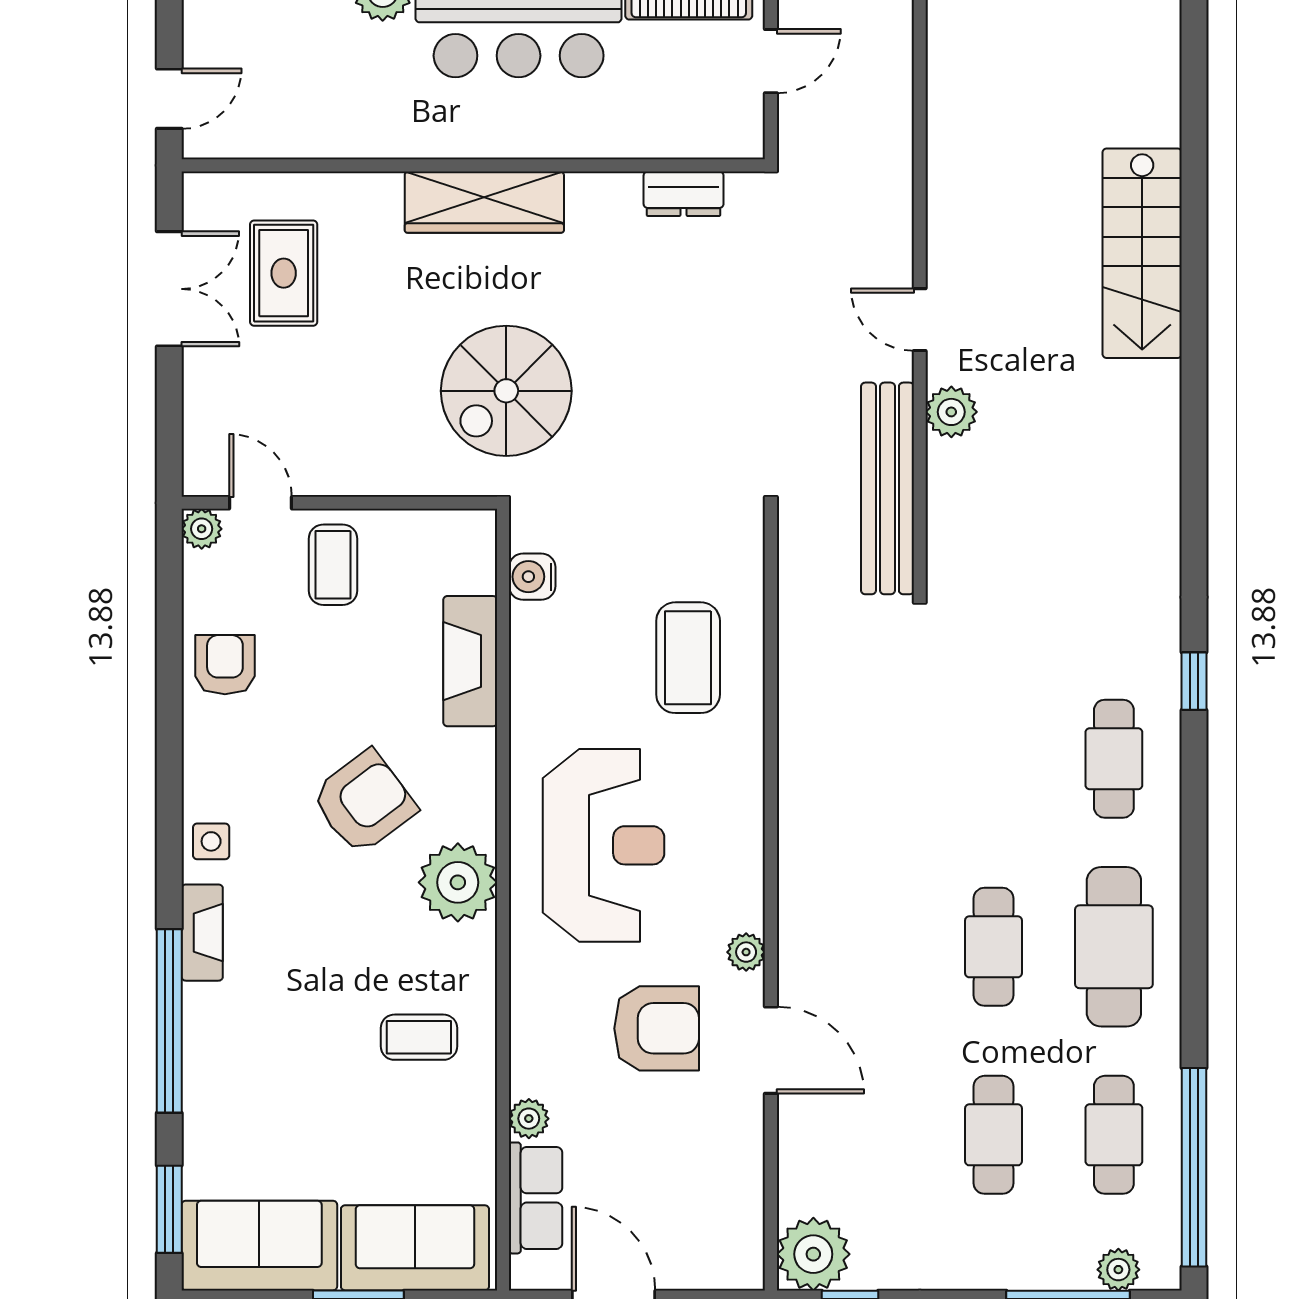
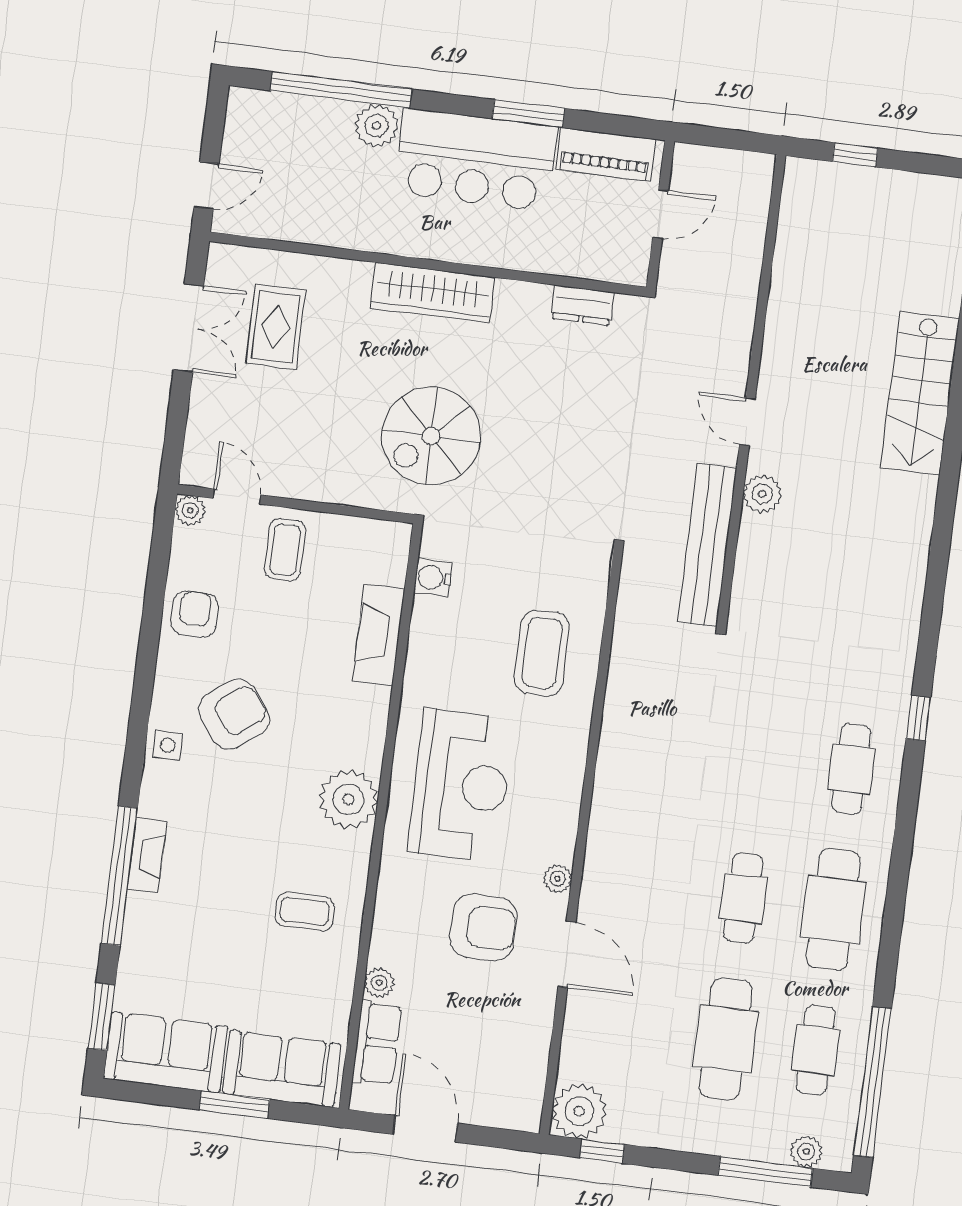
armchair: (364, 802) -> (234, 714), moved
fireplace: (202, 933) -> (147, 855), moved
cafe table: (993, 1135) -> (725, 1039), width x1.37, depth x1.35

